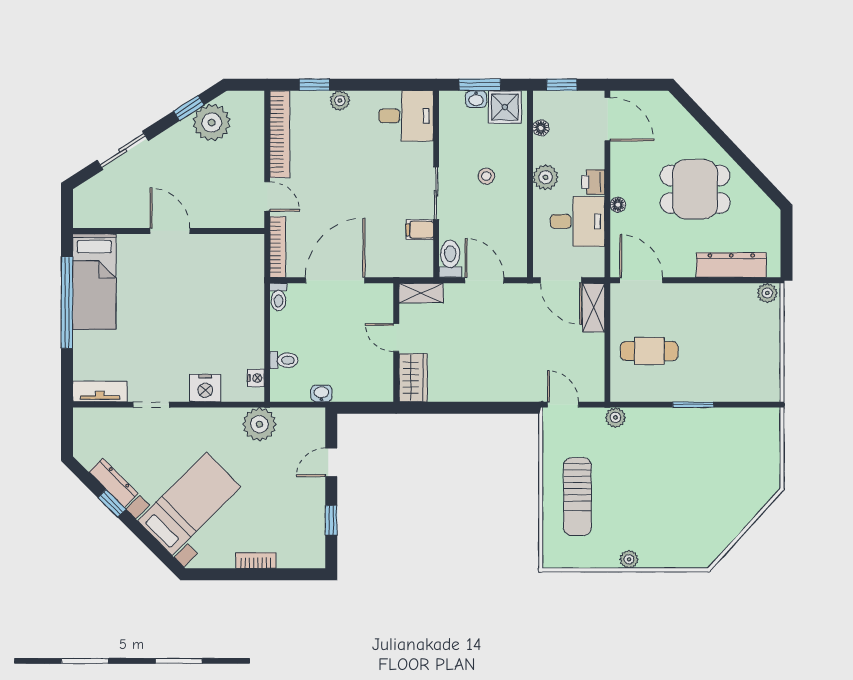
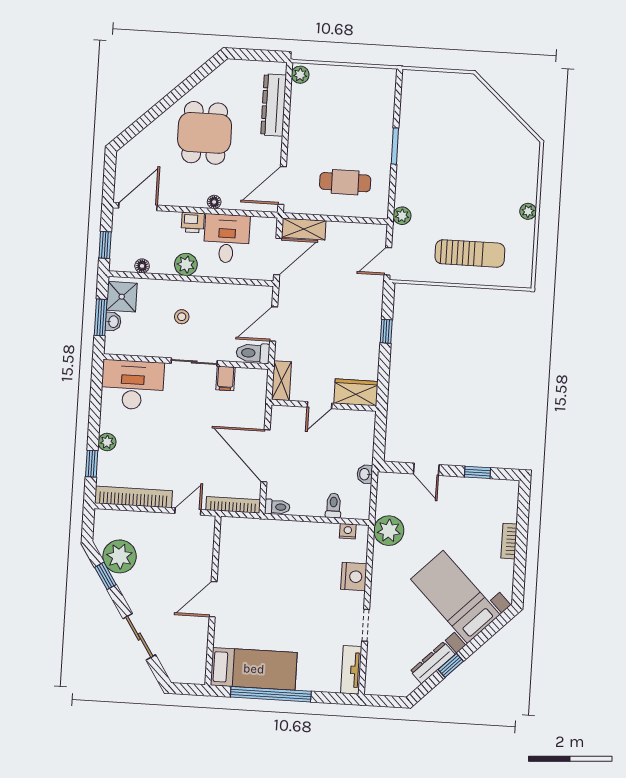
desk: (406, 116) -> (132, 385), width x1.37
cafe table: (649, 351) -> (345, 182), turned 90
window: (484, 408) -> (386, 331), added

